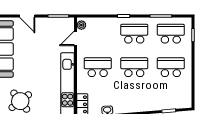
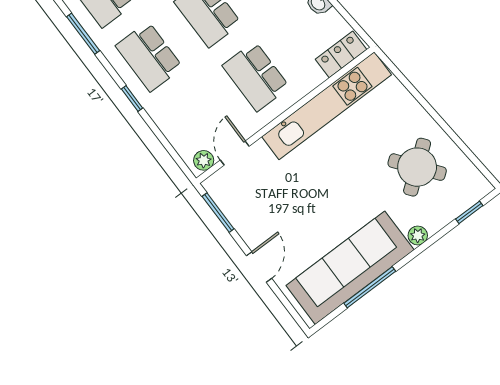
door: (76, 38) -> (235, 153), swing flipped

